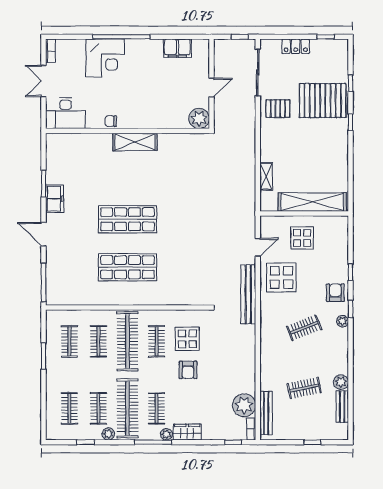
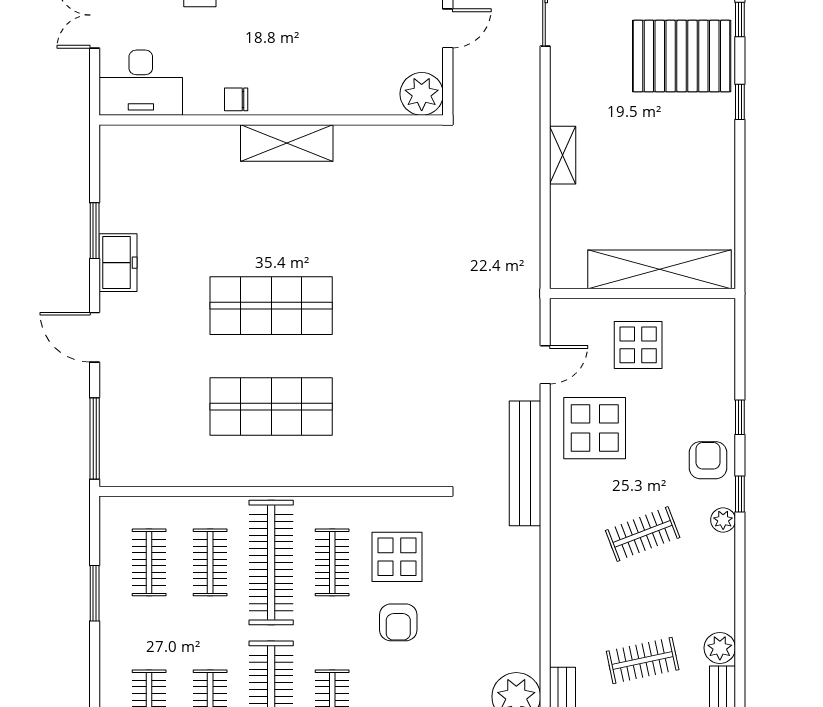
pallet: (278, 109) -> (587, 73), removed
shelving: (266, 176) -> (563, 155), moved

